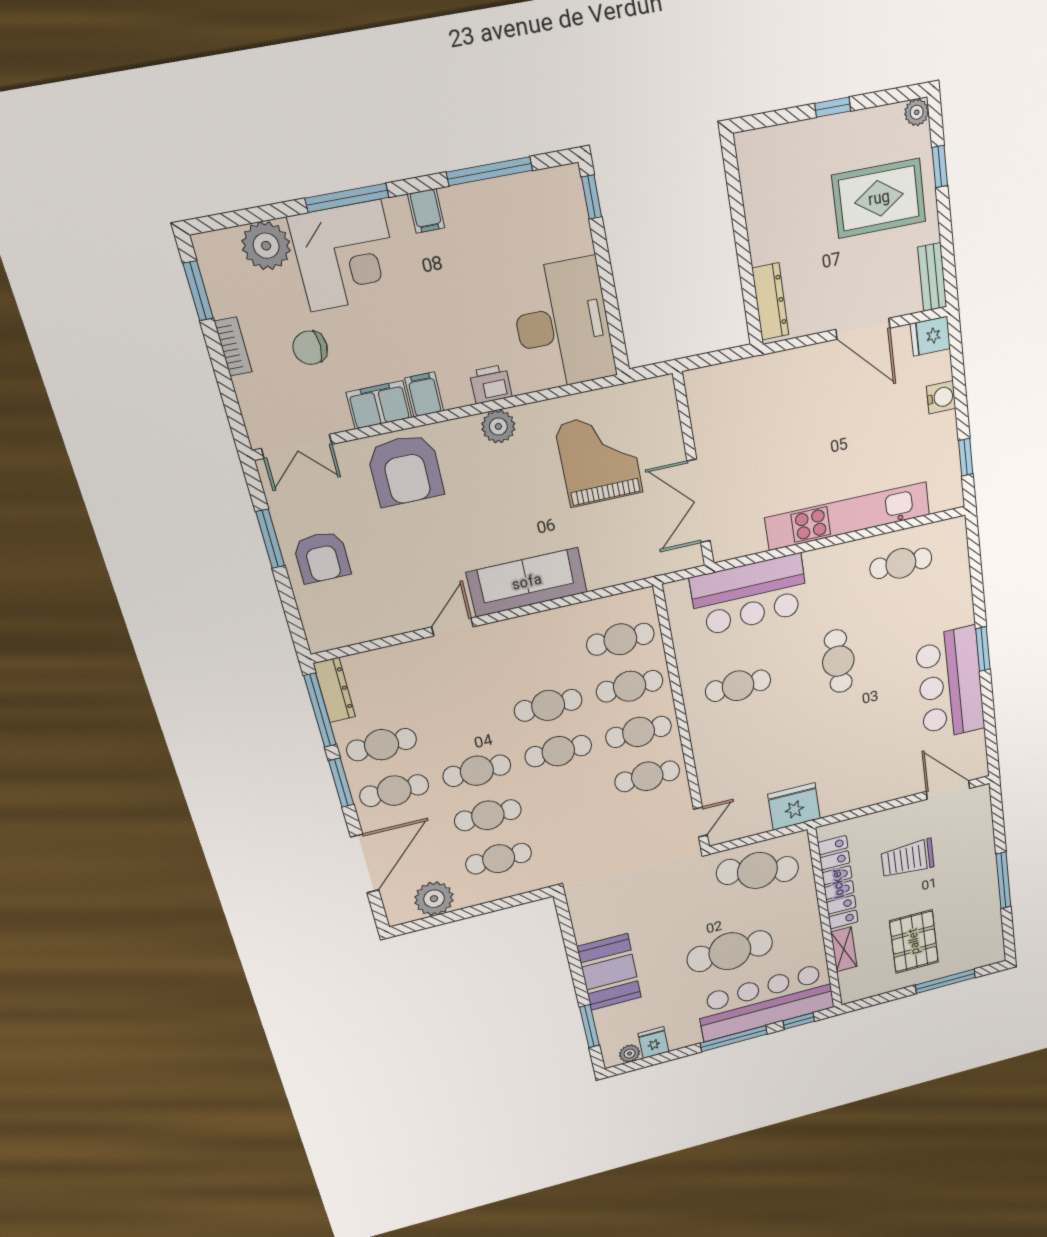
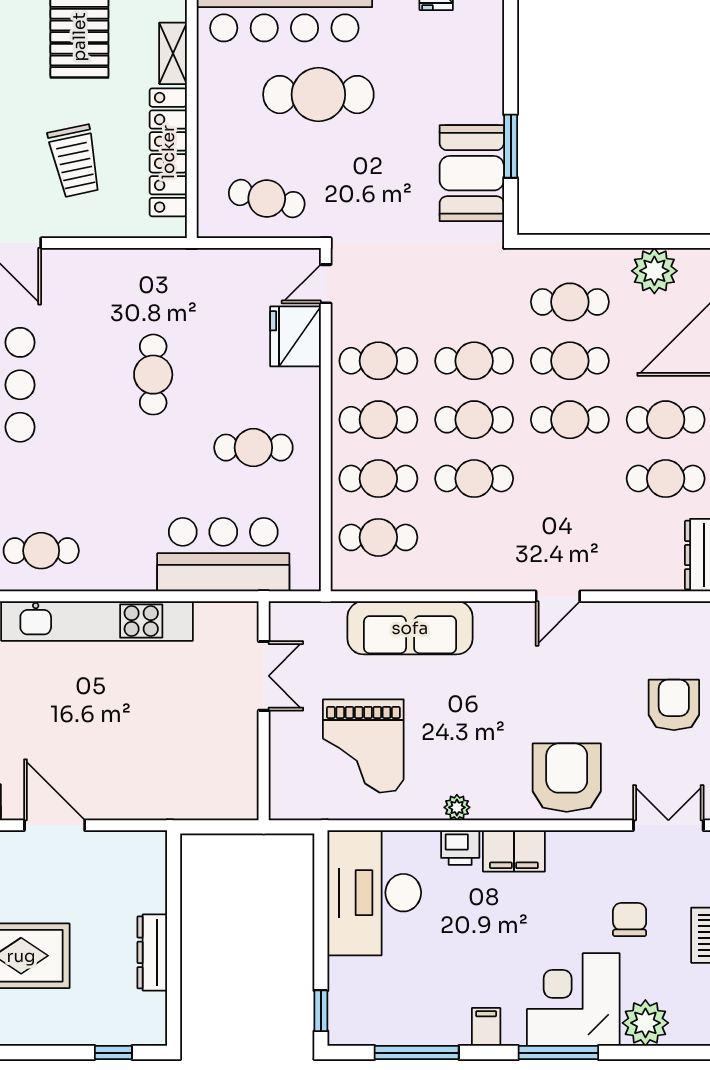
window: (833, 107) -> (113, 1053), moved
dresser: (770, 302) -> (152, 952), moved
chair: (310, 348) -> (630, 920), turned -90
filing cabinet: (424, 395) -> (514, 851), width x2.00
filing cabinet: (379, 405) -> (577, 850), removed
plant: (498, 426) -> (457, 807), width x0.73, depth x0.73
double door: (699, 501) -> (264, 676), width x0.73
sofa: (527, 582) -> (410, 628), moved
cafe table: (838, 661) -> (153, 375), moved
cafe table: (568, 796) -> (474, 361), added
fridge: (794, 807) -> (295, 336), moved, turned 90
trolley: (908, 859) -> (75, 161), turned 78
cafe table: (758, 870) -> (267, 199), width x0.73, depth x0.74
booth: (609, 972) -> (472, 173), moved
window: (589, 1026) -> (511, 146), moved

